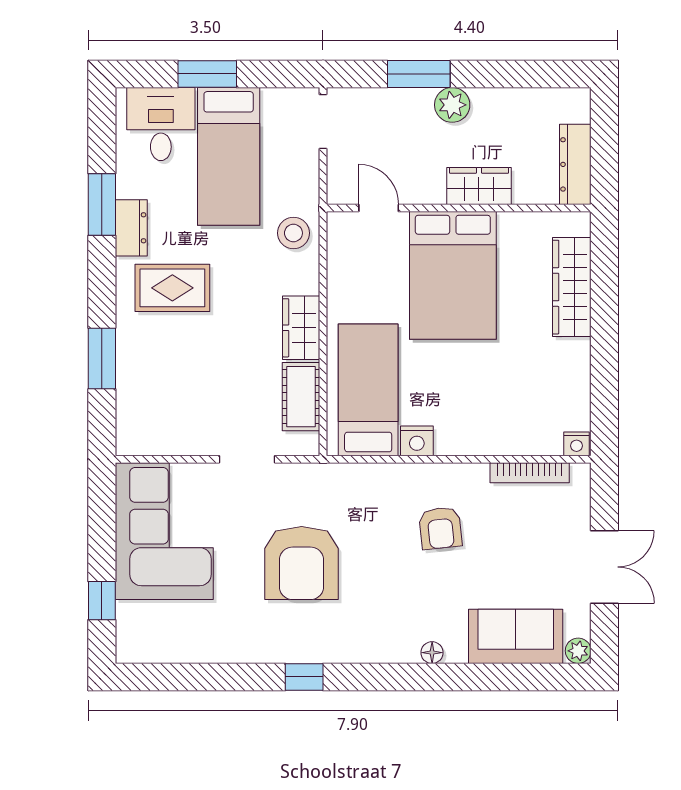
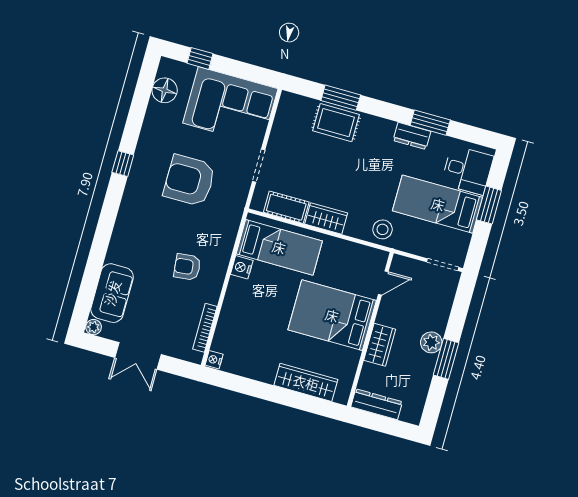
window: (419, 74) -> (446, 359), moved
rug: (172, 288) -> (336, 123), moved, turned 90
floor lamp: (432, 653) -> (165, 90), moved, width x1.89, depth x1.89

